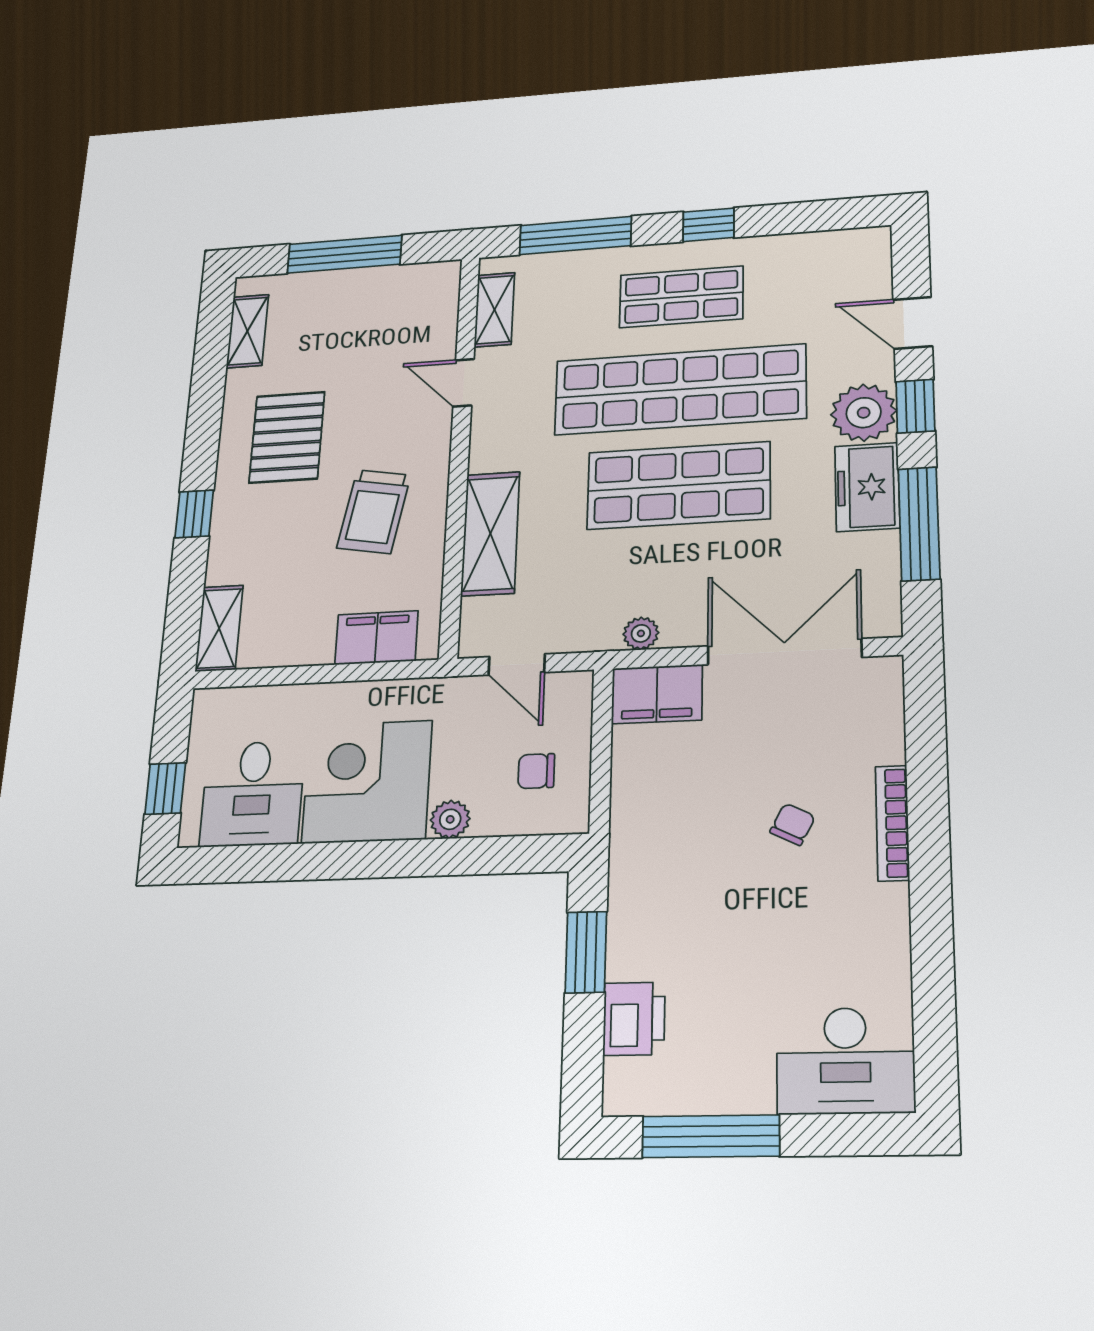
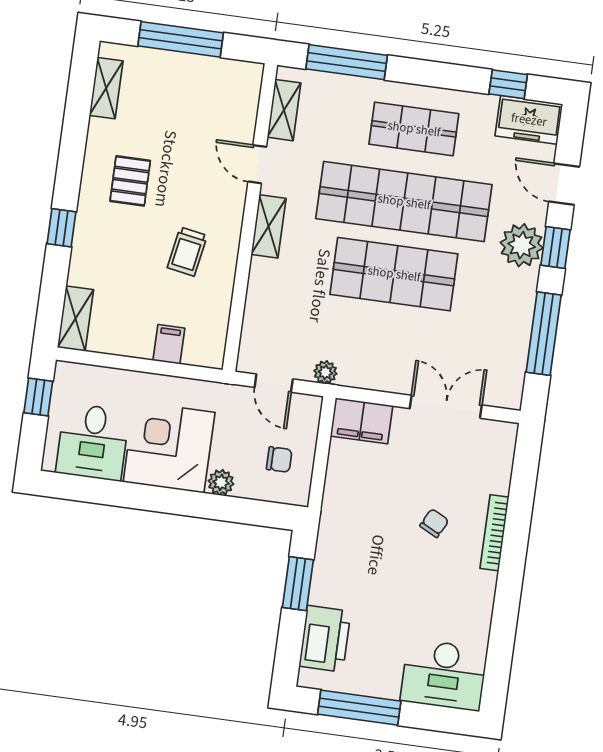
window: (709, 225) -> (508, 84), moved
pallet: (287, 437) -> (130, 181), width x0.67, depth x0.71
freezer: (867, 487) -> (529, 120), moved, turned -90
trolley: (374, 511) -> (187, 252), width x0.73, depth x0.72
shelving: (490, 534) -> (269, 226), moved, width x0.67, depth x0.75
plant: (641, 633) -> (325, 372), moved
filing cabinet: (376, 638) -> (169, 344), width x0.50
double door: (784, 652) -> (446, 407), width x0.73
chair: (536, 771) -> (279, 460), turned 180
window: (165, 788) -> (38, 397), moved
printer: (634, 1019) -> (325, 639), width x1.37, depth x1.19

